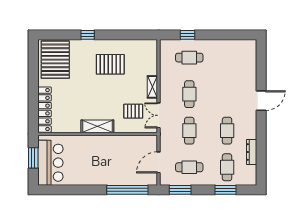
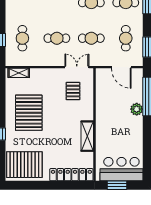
pallet: (110, 64) -> (29, 113), width x1.37, depth x1.41
shelving: (152, 87) -> (19, 73), moved
double door: (159, 115) -> (77, 67), swing flipped
shelving: (97, 126) -> (87, 136), moved
plant: (114, 179) -> (137, 109), added

